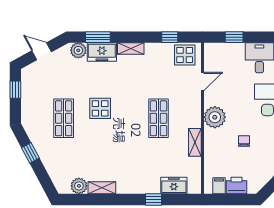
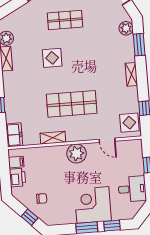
freezer: (102, 52) -> (126, 49), removed
display table: (100, 108) -> (52, 58), moved
shop shelf: (158, 118) -> (72, 104), width x1.43, depth x1.36
chair: (244, 141) -> (42, 198), moved
freezer: (174, 186) -> (14, 135), moved

